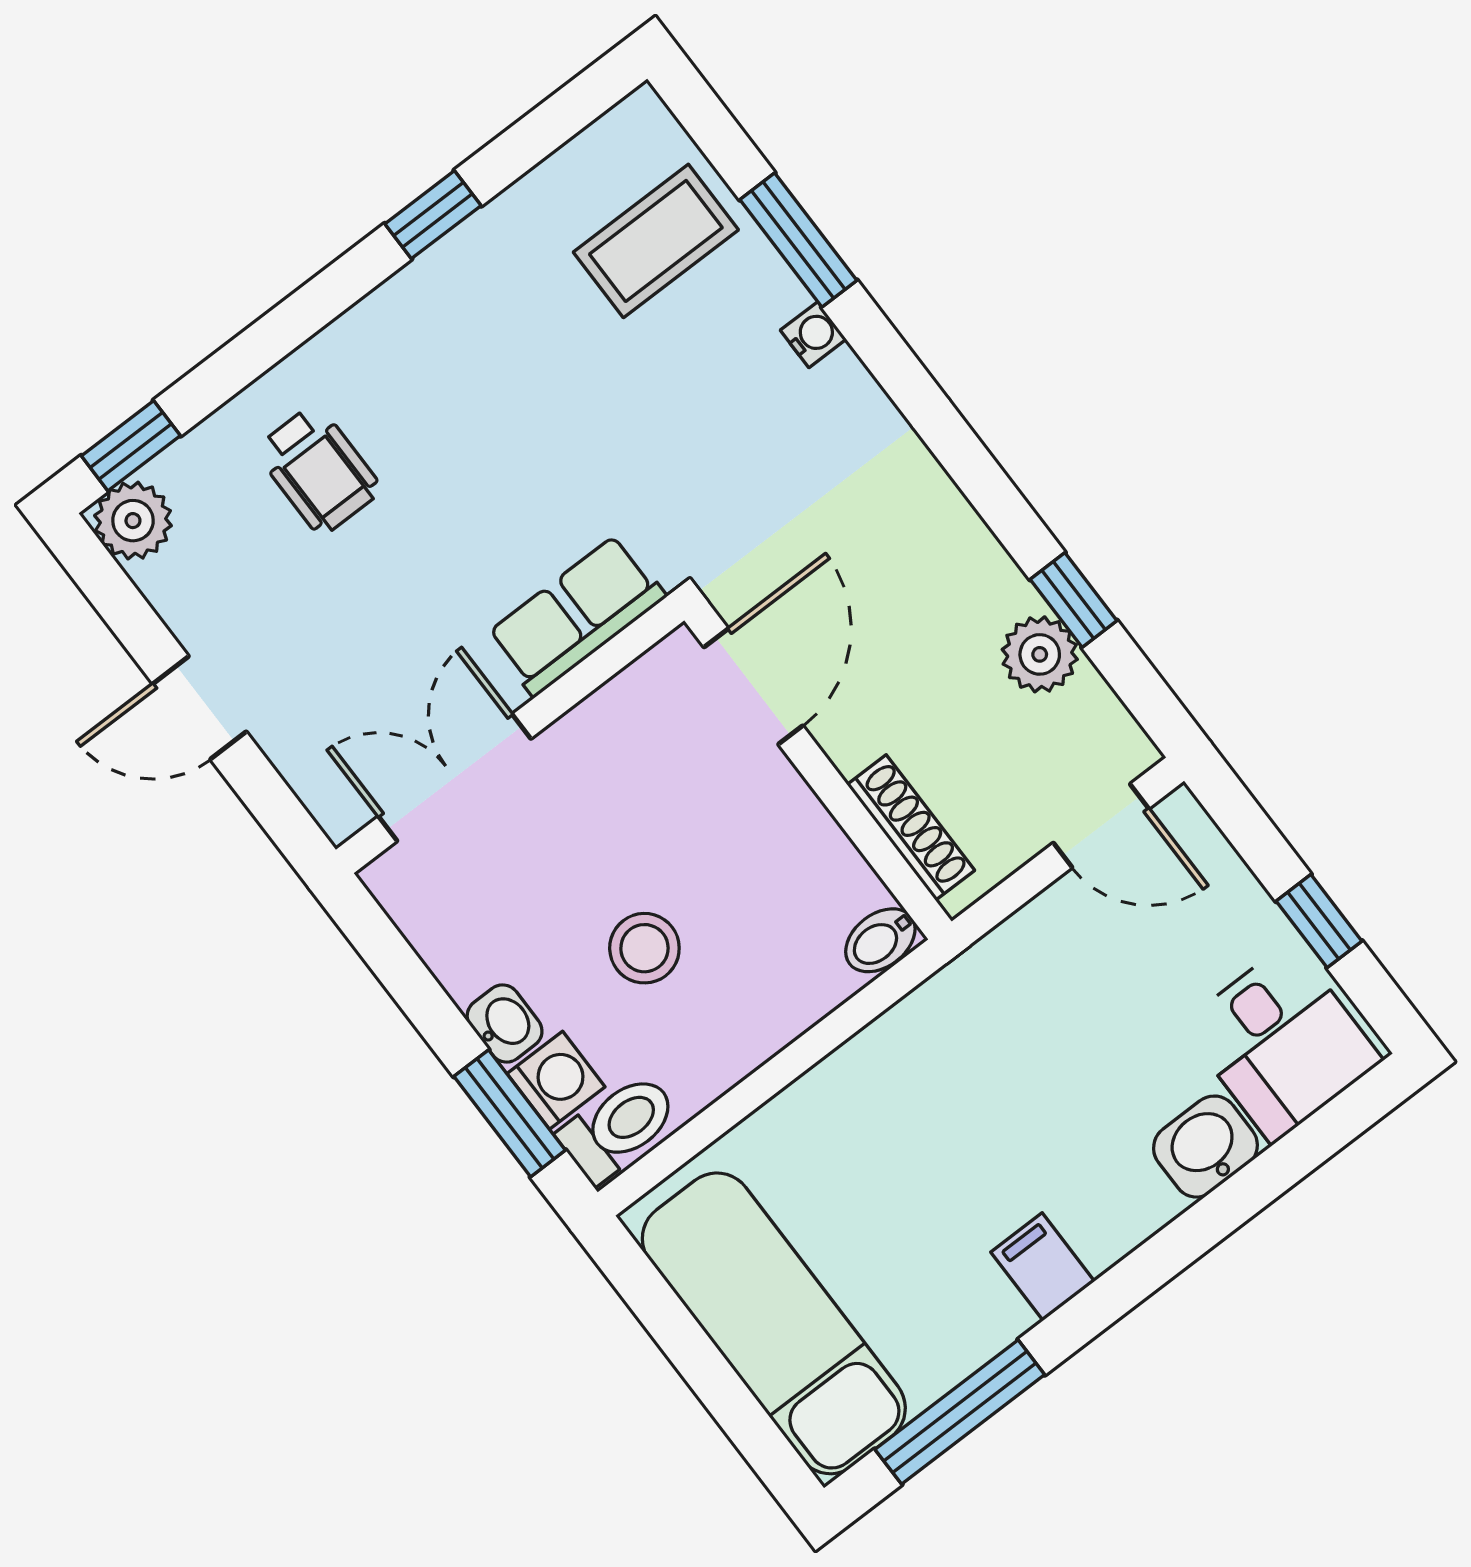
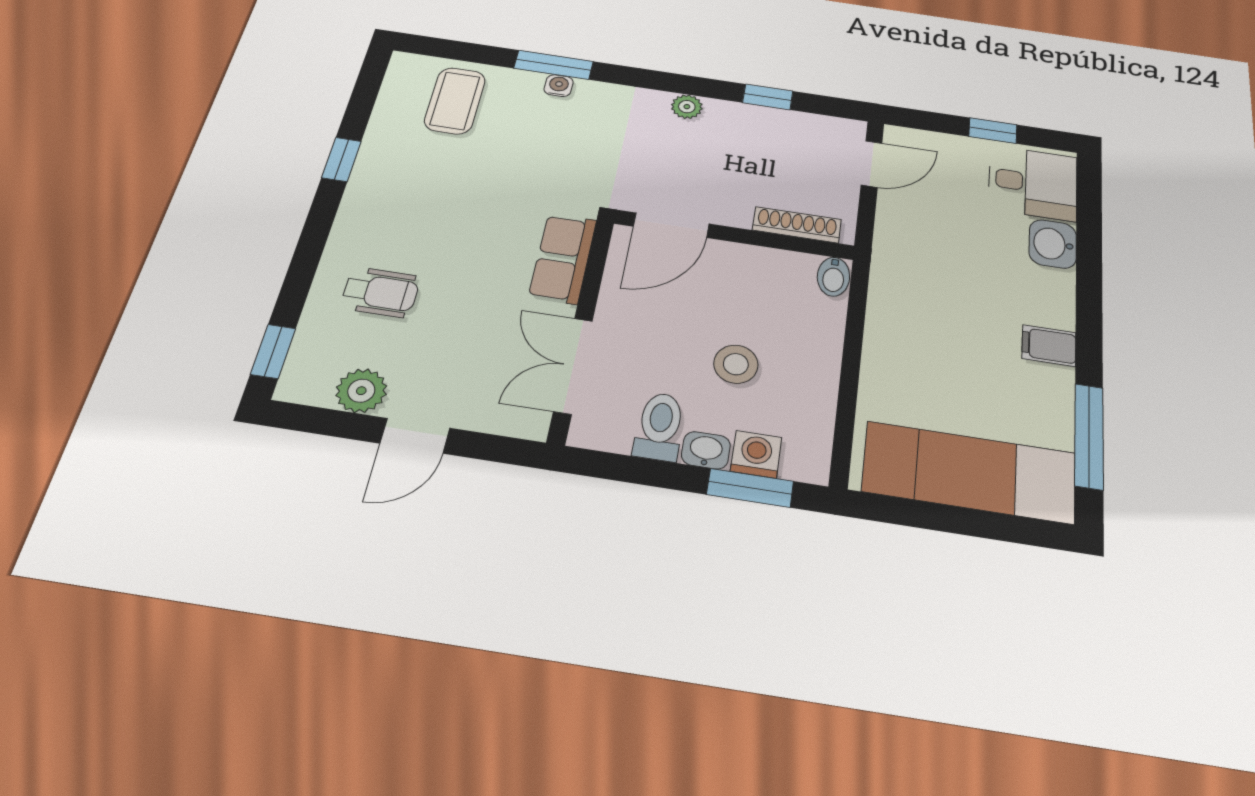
window: (798, 240) -> (554, 65), moved
plant: (133, 521) -> (361, 391), moved
plant: (1040, 654) -> (687, 107), moved, width x0.73, depth x0.73
door: (753, 686) -> (671, 225), swing flipped
toilet: (619, 1127) -> (660, 427), moved

